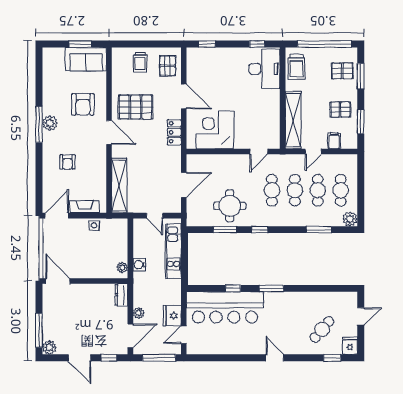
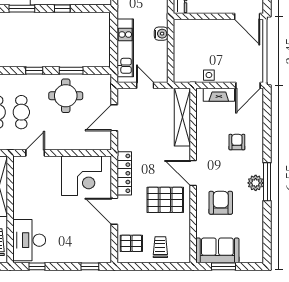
pallet: (168, 66) -> (131, 243), turned 90
locker: (174, 132) -> (124, 173), width x1.53
plant: (122, 267) -> (179, 31), removed

